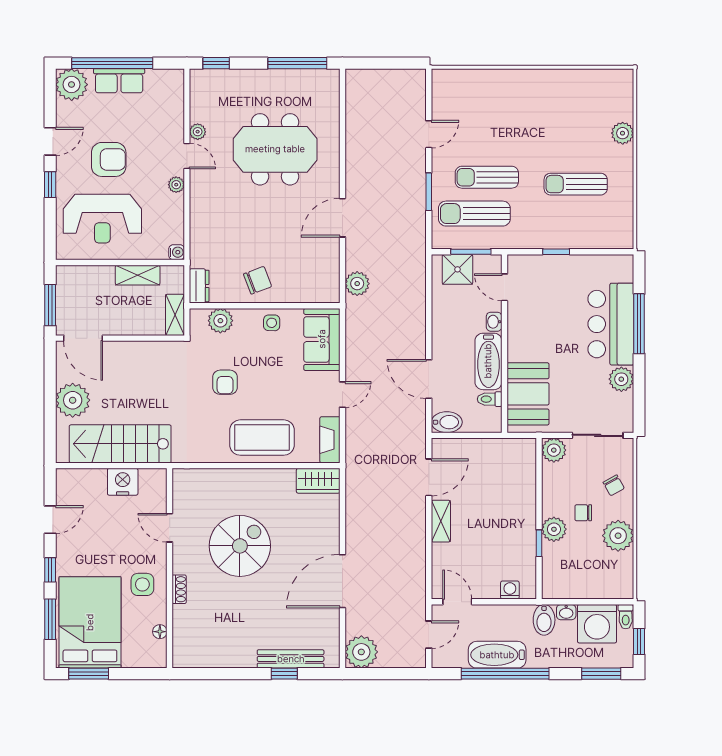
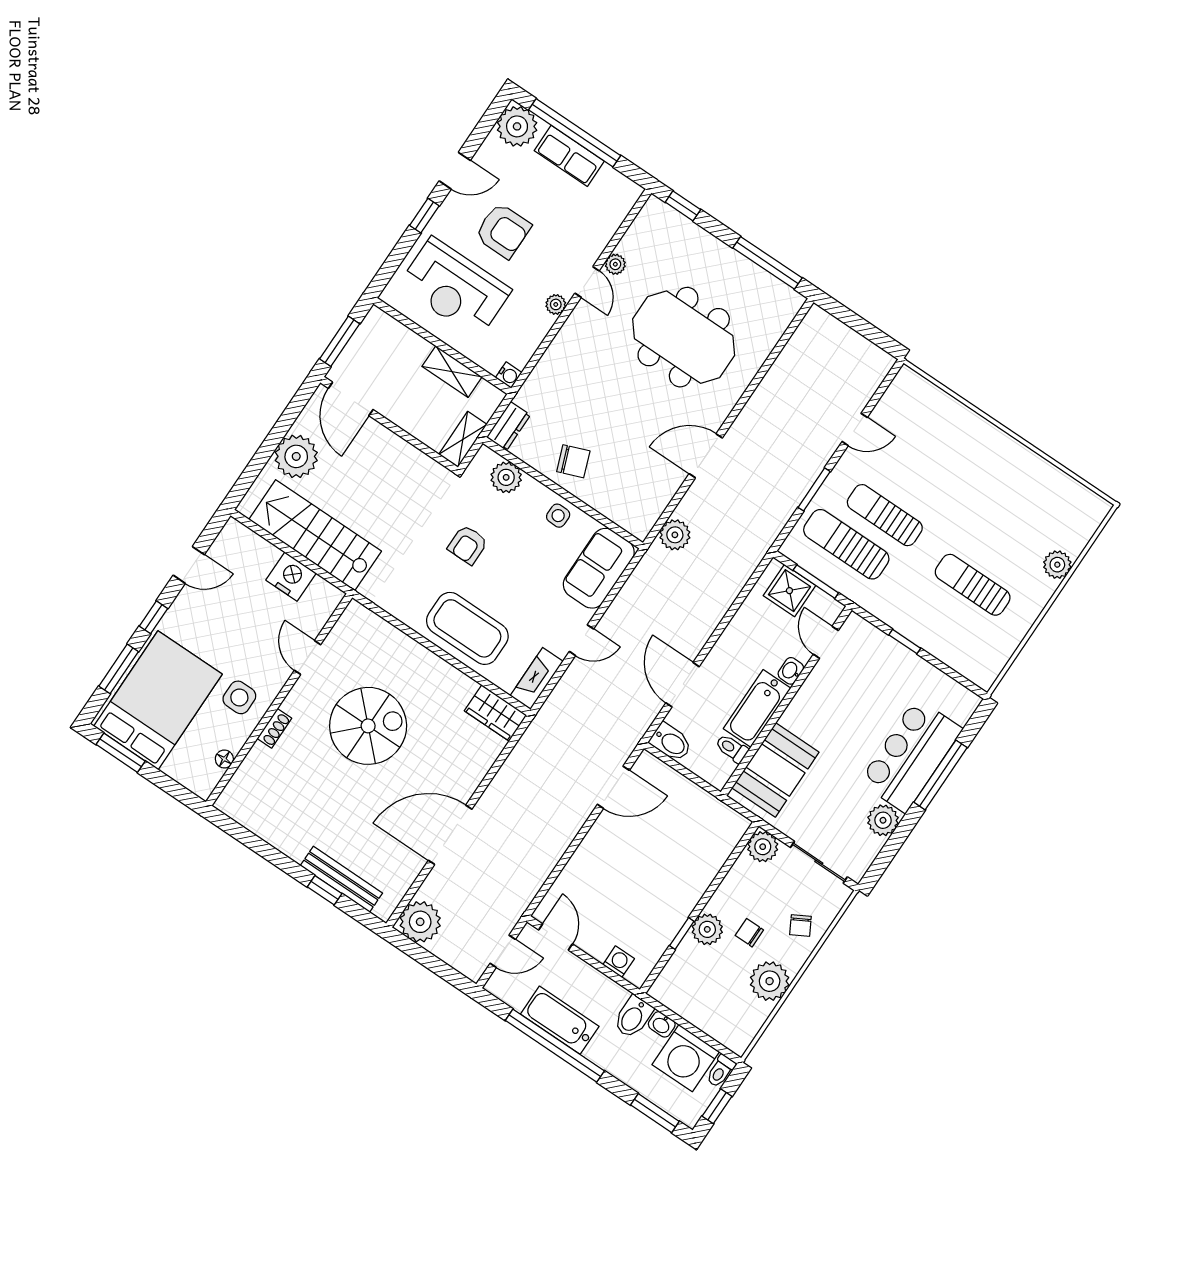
shelving: (441, 521) -> (595, 841), removed

